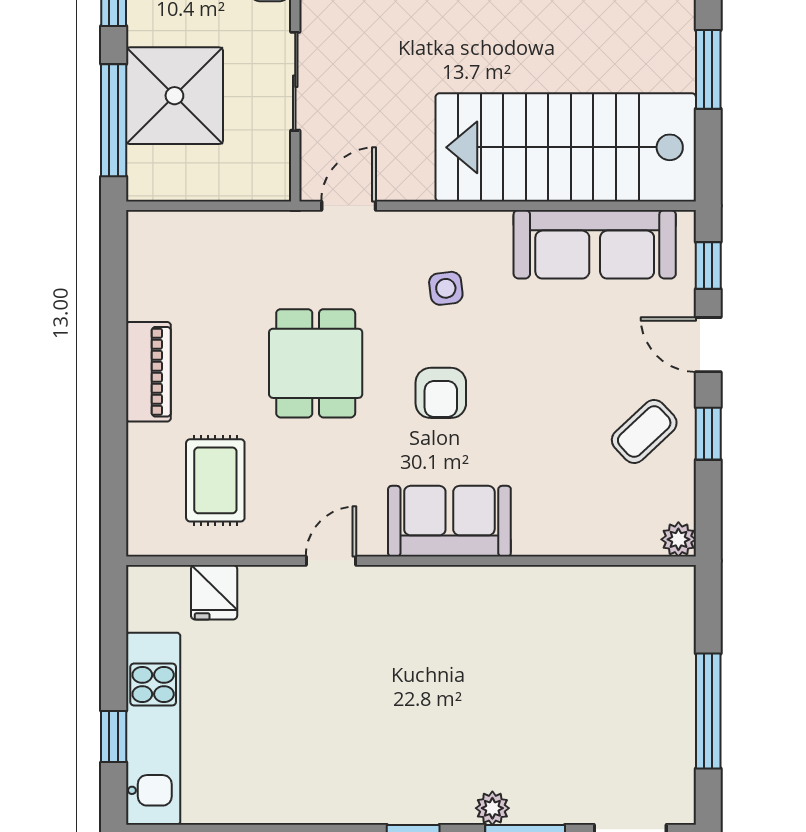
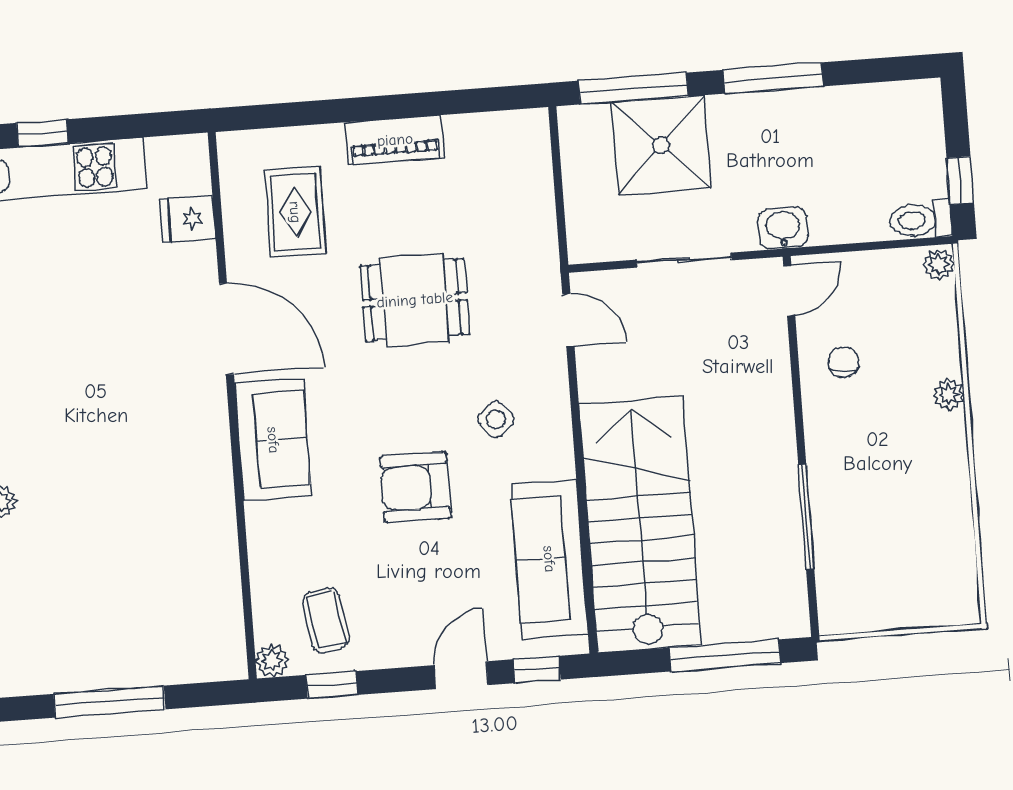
window: (708, 69) -> (725, 655), width x1.44
side table: (446, 288) -> (496, 419), turned -34
armchair: (441, 393) -> (415, 487), moved, width x1.38, depth x1.38
coffee table: (644, 432) -> (326, 620), moved, turned 34
window: (708, 434) -> (332, 685), moved
rug: (215, 480) -> (295, 212), turned 90
door: (331, 561) -> (226, 329), width x1.88

